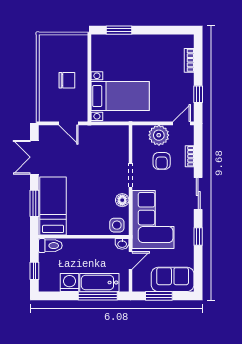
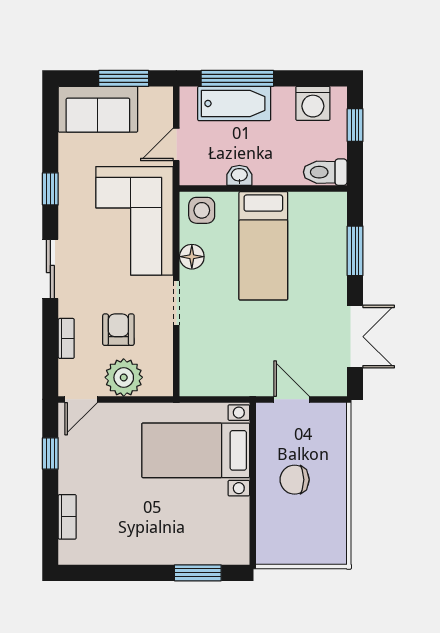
bed: (53, 206) -> (263, 246), moved
washbasin: (122, 244) -> (239, 175), moved
washing machine: (70, 283) -> (313, 103), moved

